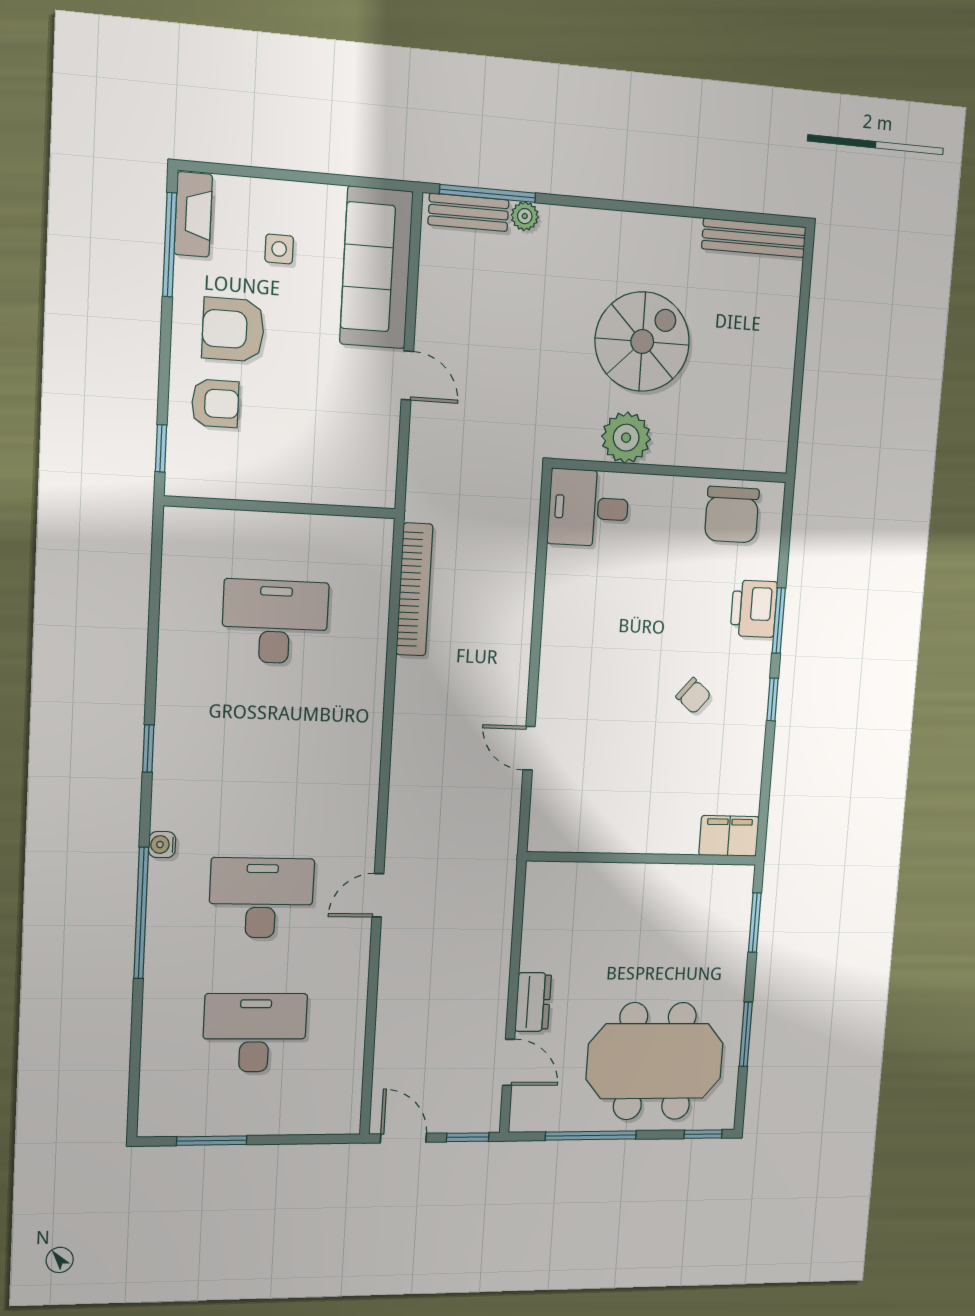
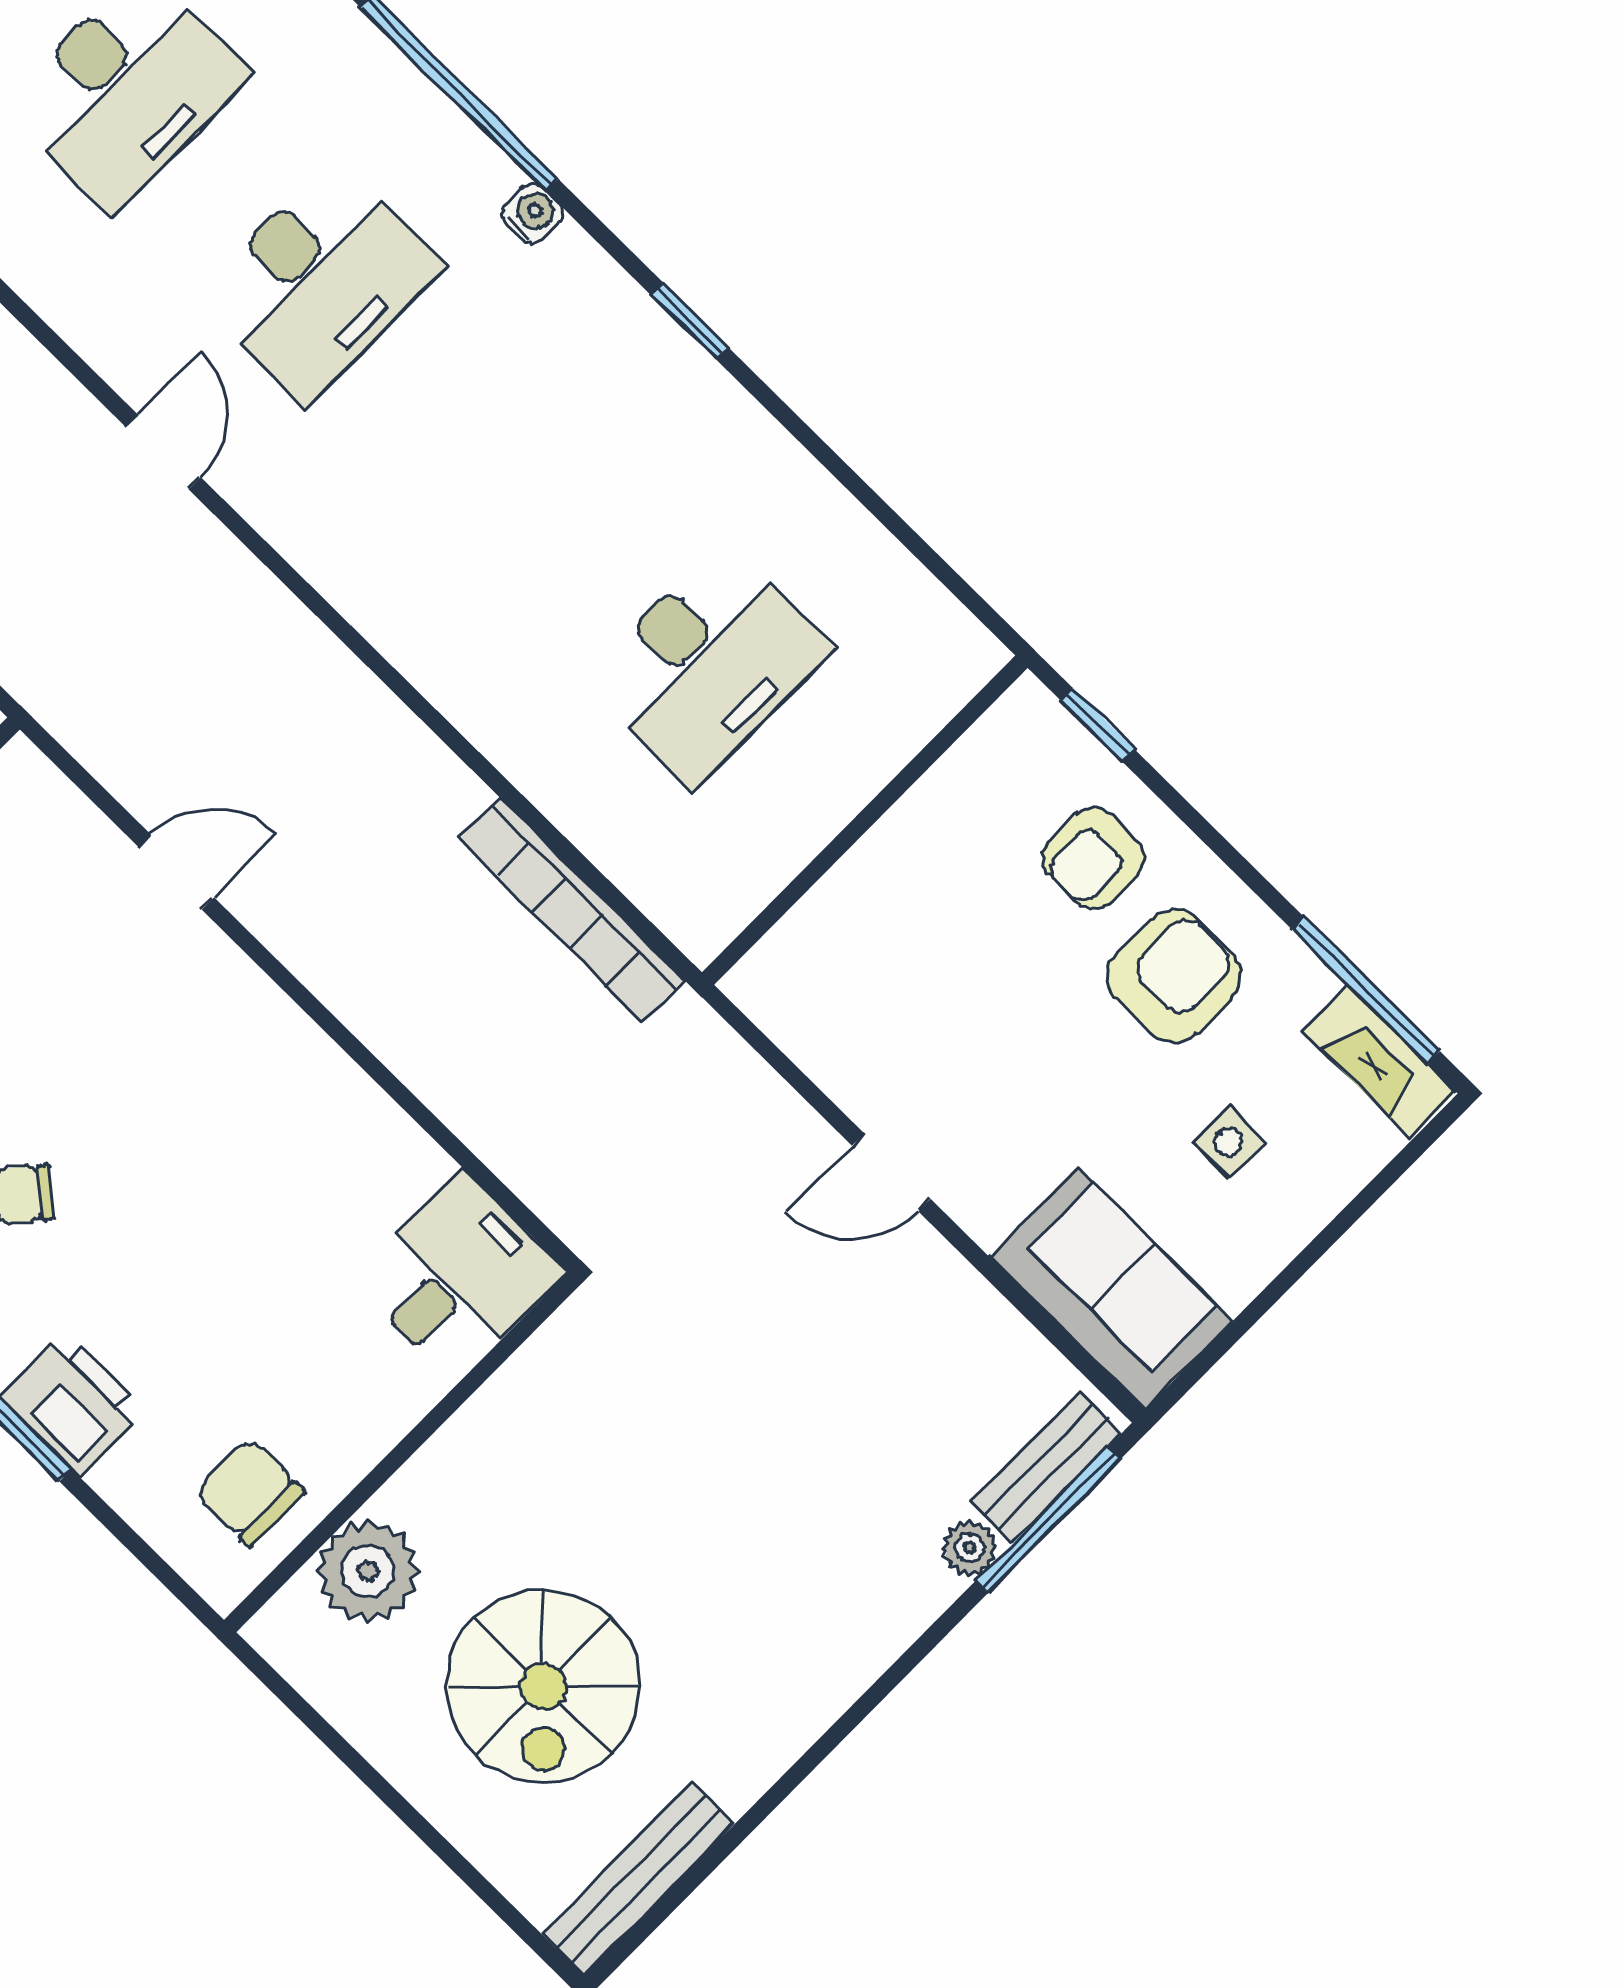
sofa: (376, 268) -> (1111, 1289), width x0.73
spiral stairs: (642, 342) -> (543, 1686), moved
plant: (626, 438) -> (368, 1571), moved
chair: (732, 515) -> (250, 1492), width x0.73, depth x0.73

